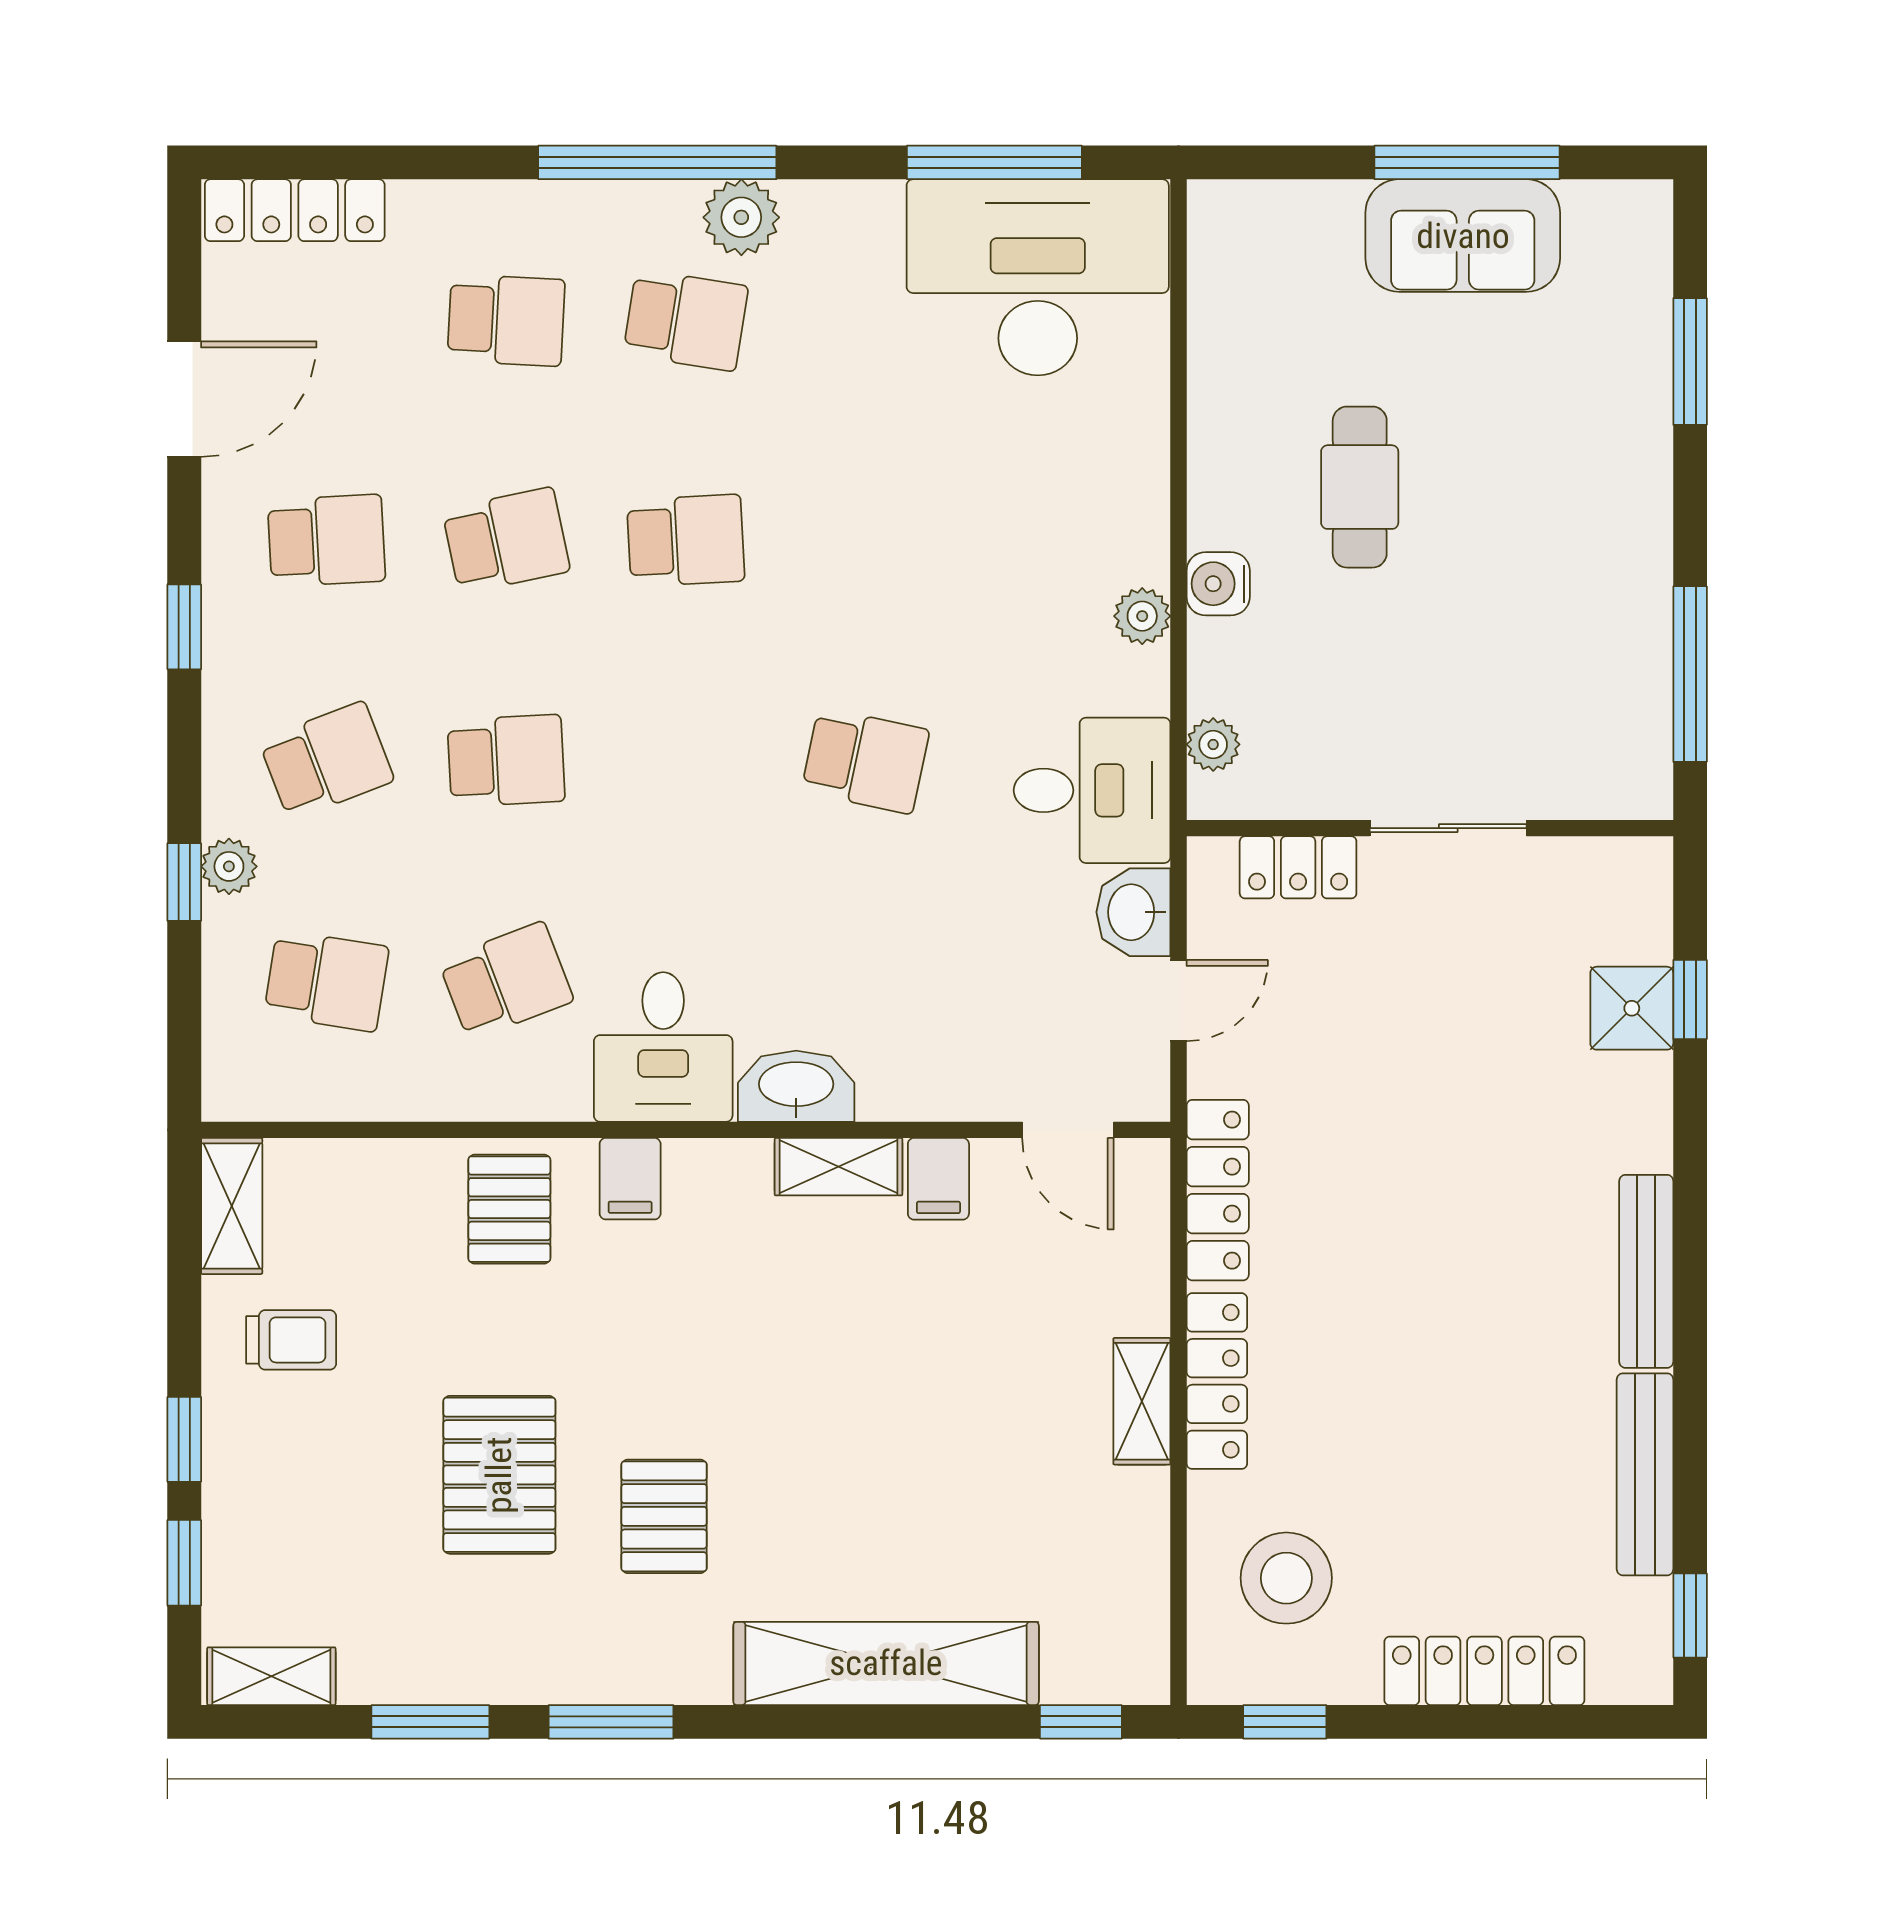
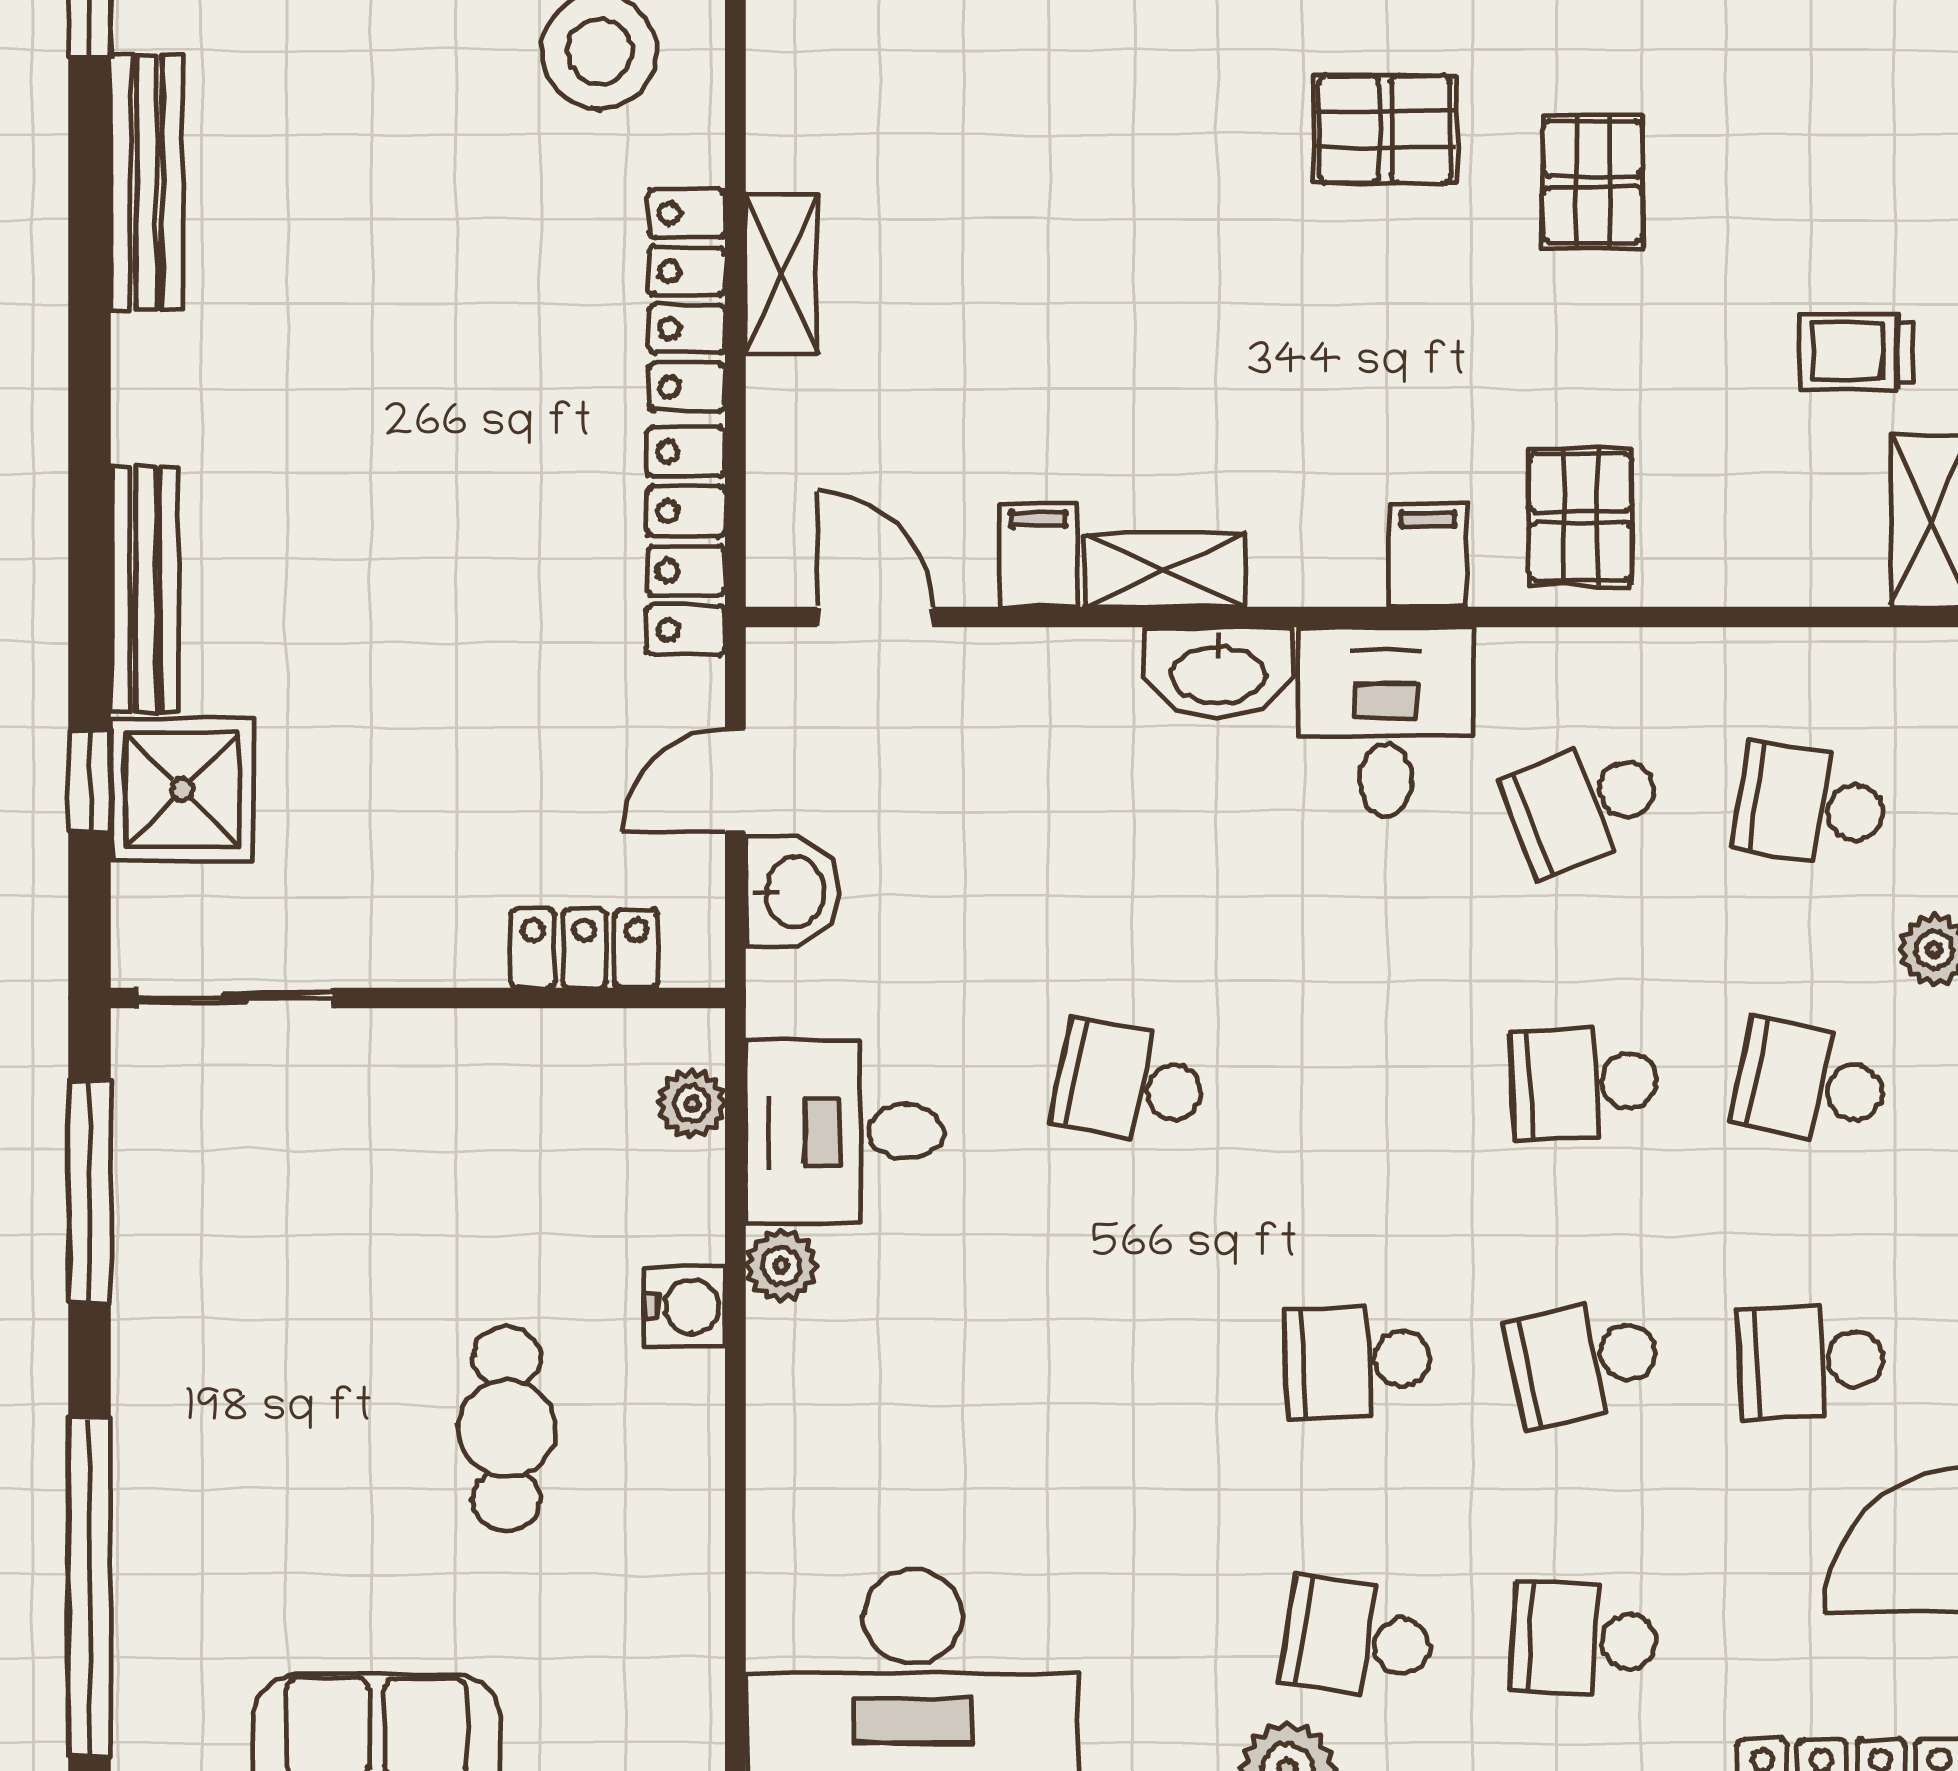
window: (1690, 361) -> (90, 1587), width x2.11
school desk: (326, 761) -> (1811, 1083), turned 33
desk: (1092, 790) -> (845, 1131), moved
sliding door: (1448, 828) -> (235, 998), moved
shower: (1632, 1008) -> (182, 790), width x1.36, depth x1.36
bench: (1646, 1271) -> (145, 590), moved
pallet: (499, 1475) -> (1593, 182), width x0.67, depth x0.71
pallet: (664, 1516) -> (1385, 129), turned 90

